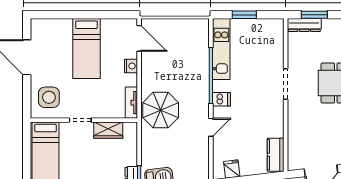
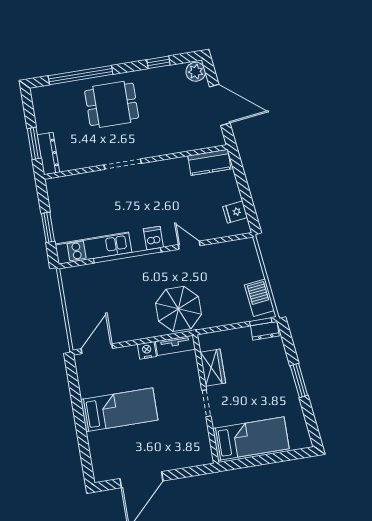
nightstand: (131, 66) -> (147, 350), moved
side table: (49, 97) -> (185, 445), removed

